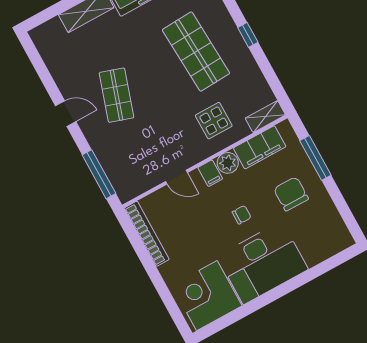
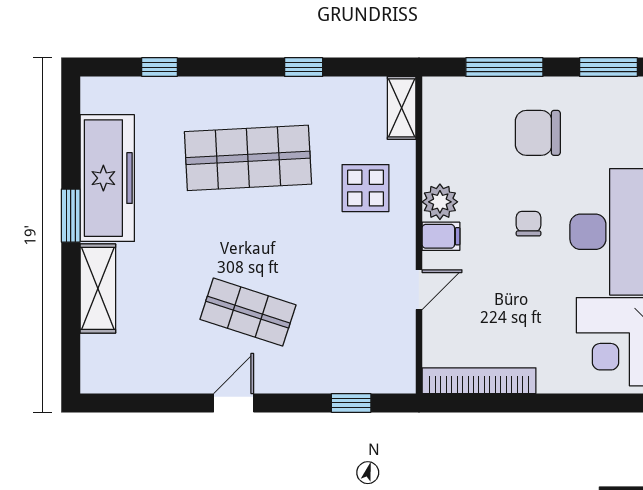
window: (248, 35) -> (304, 67), moved
filing cabinet: (260, 147) -> (443, 142), removed
window: (99, 174) -> (351, 403), width x0.46
window: (345, 212) -> (608, 67), added

